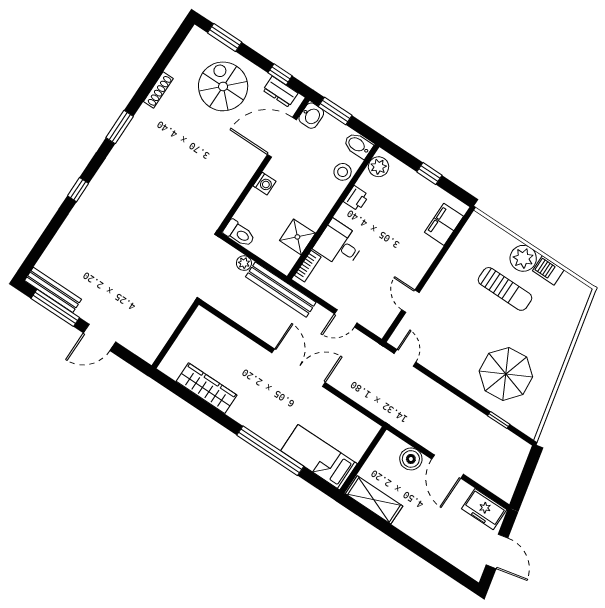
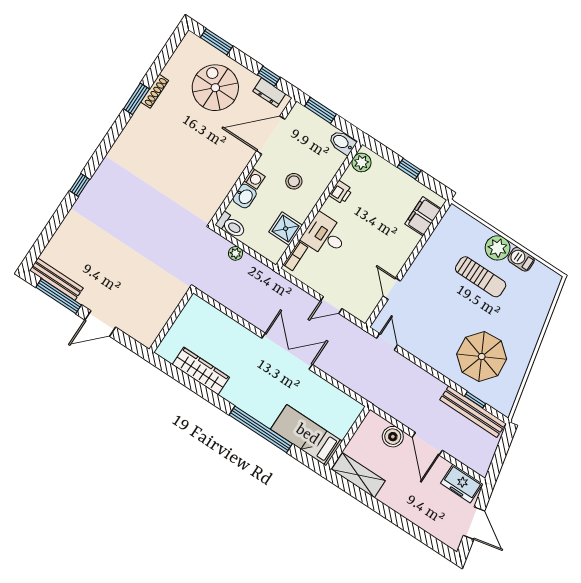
washbasin: (311, 116) -> (245, 196), moved
window: (120, 127) -> (136, 99), moved
stool: (343, 172) -> (294, 181), moved
bench: (281, 290) -> (473, 412), moved

